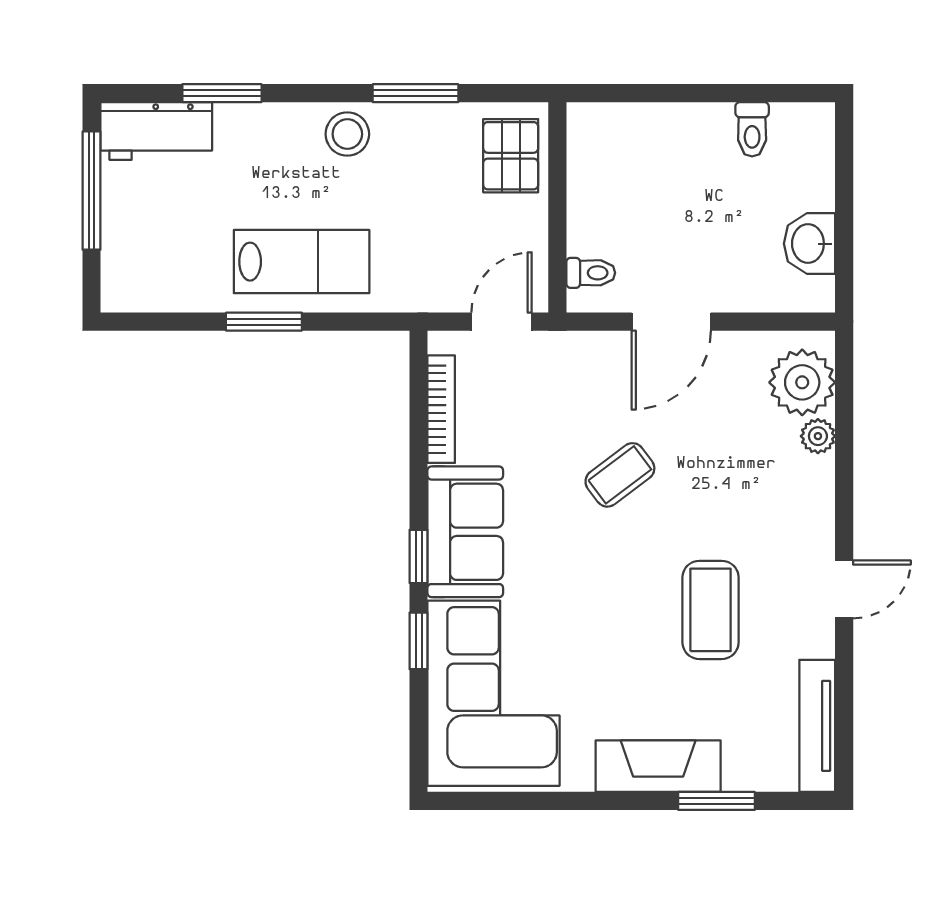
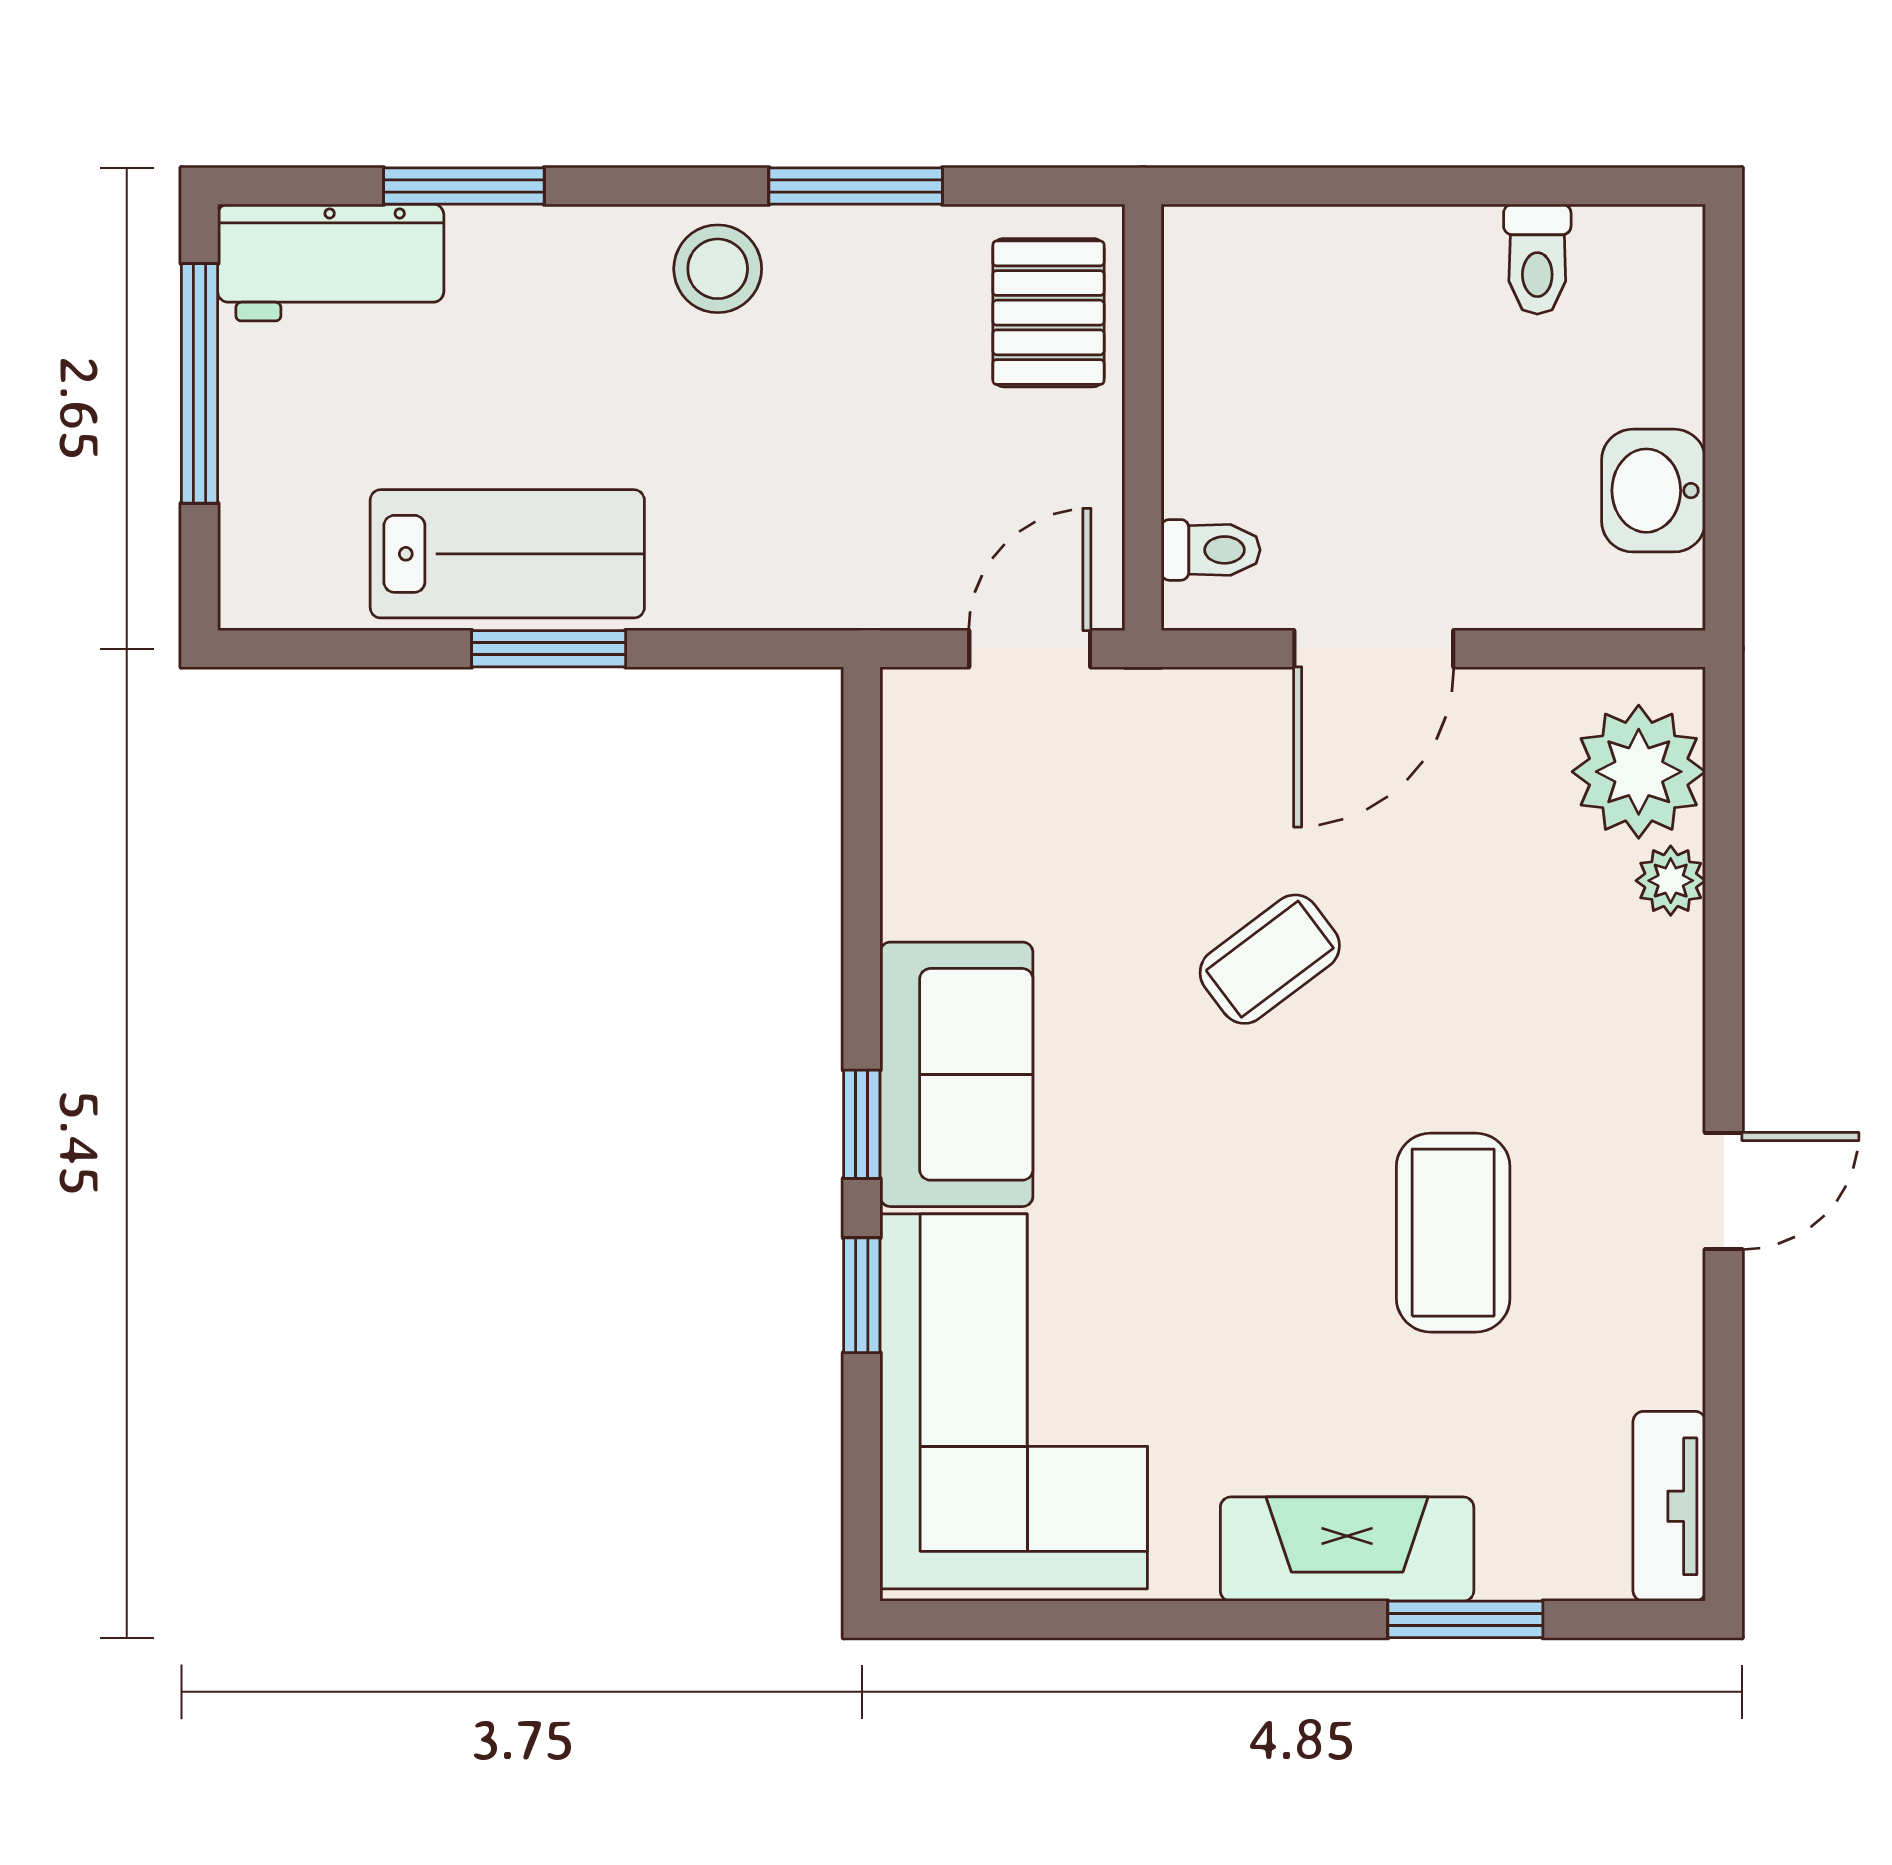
lab bench: (302, 262) -> (507, 554), moved
bookcase: (441, 409) -> (908, 826), removed
tv unit: (817, 726) -> (1669, 1506), width x0.71

